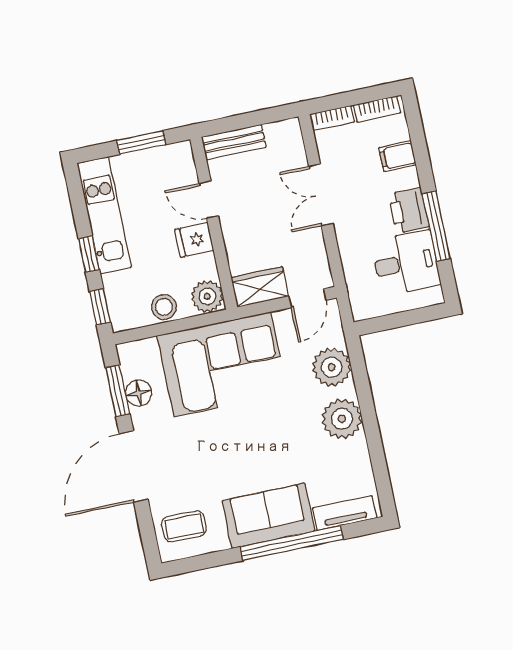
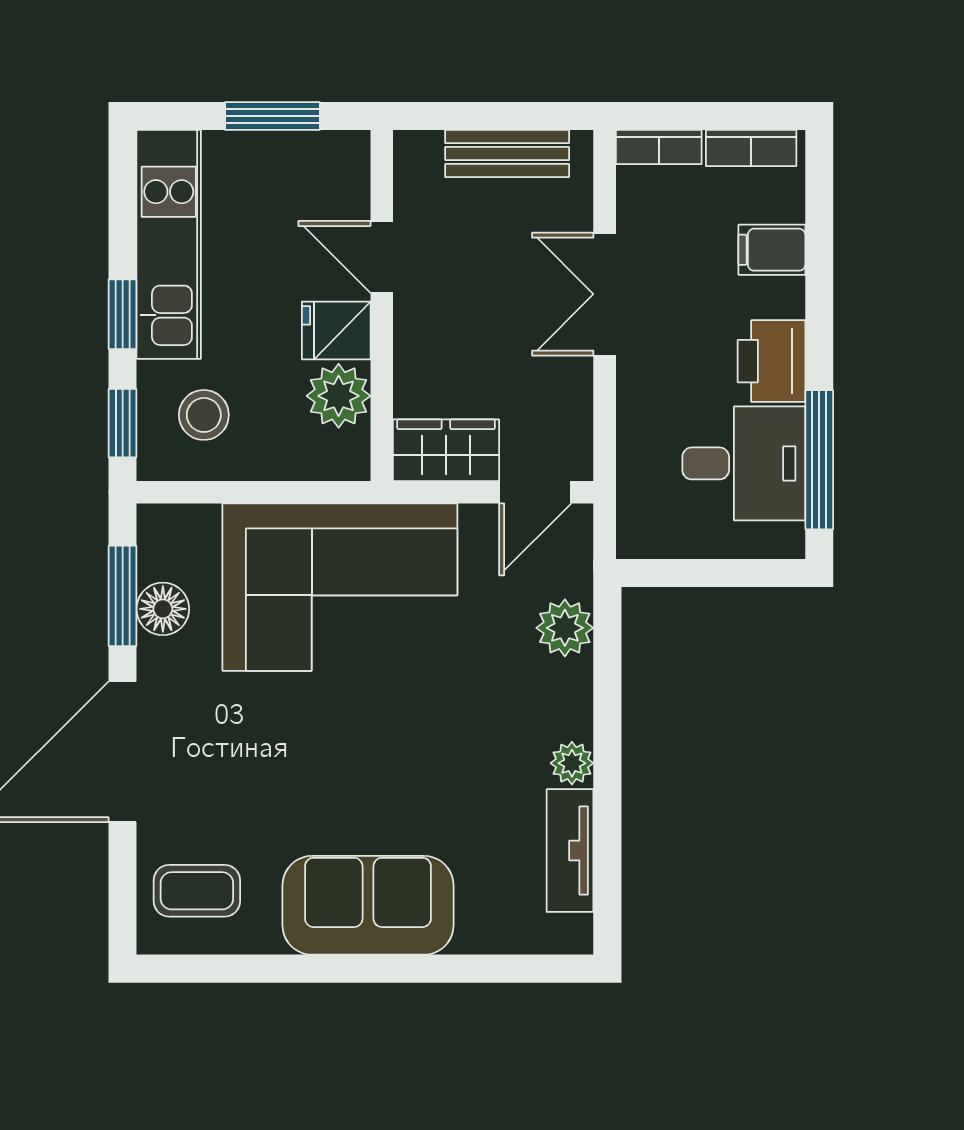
bench: (234, 142) -> (507, 154), moved
window: (436, 226) -> (819, 460), moved
plant: (207, 296) -> (339, 396), moved
stool: (164, 307) -> (204, 415), moved
plant: (332, 367) -> (565, 628), width x0.73, depth x0.73
plant: (342, 419) -> (572, 763), width x0.53, depth x0.53
tv unit: (345, 513) -> (570, 851), moved, turned -90
window: (292, 543) -> (403, 969), removed

